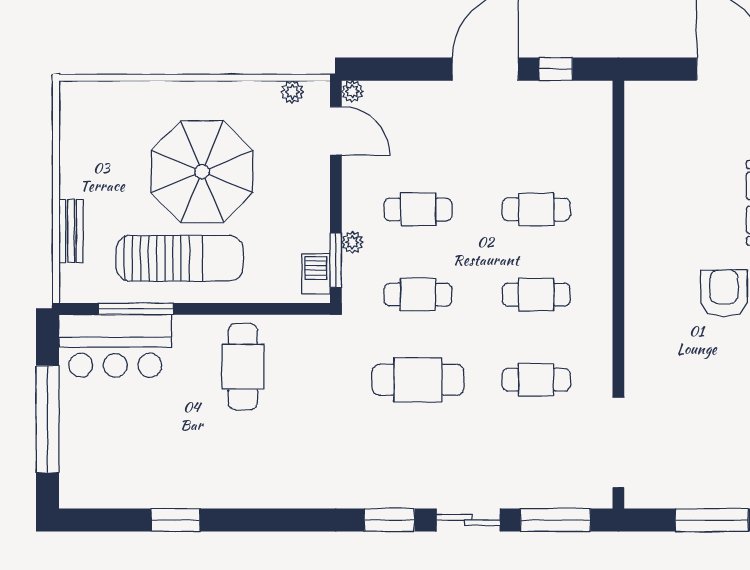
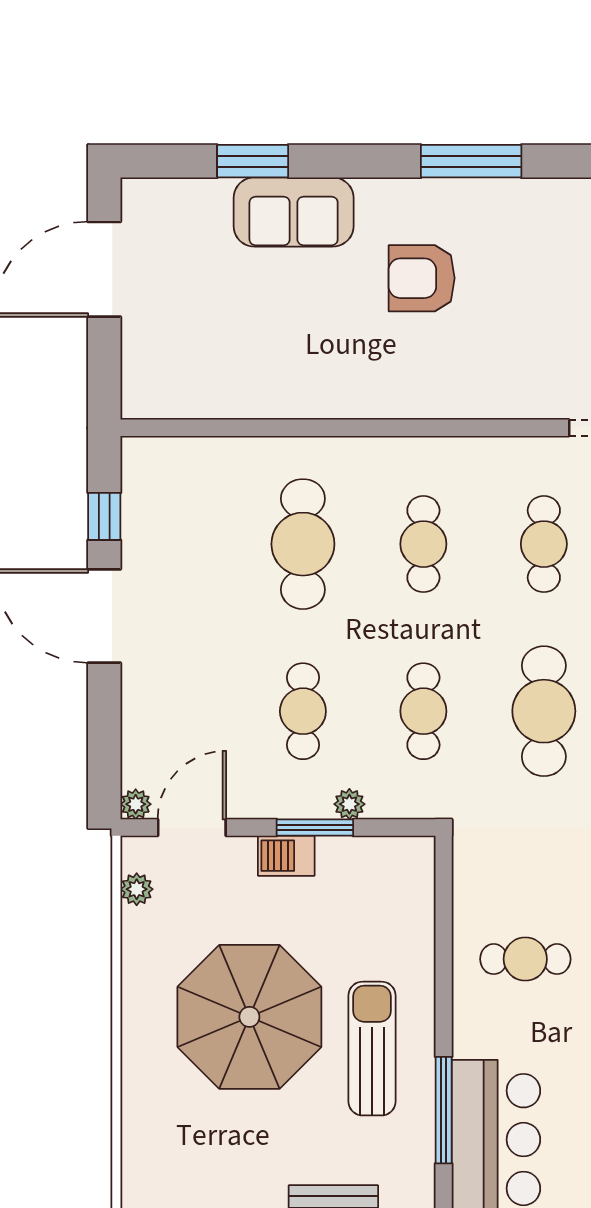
cafe table: (536, 209) -> (303, 544), width x1.37, depth x1.35
sun lounger: (180, 258) -> (372, 1049), width x0.73, depth x0.75
window: (336, 260) -> (315, 828), moved
barbecue: (316, 274) -> (286, 856), moved
cafe table: (243, 367) -> (525, 959), width x0.73, depth x0.74

